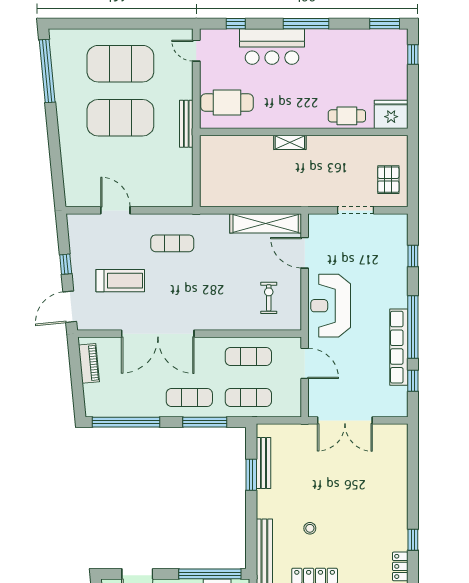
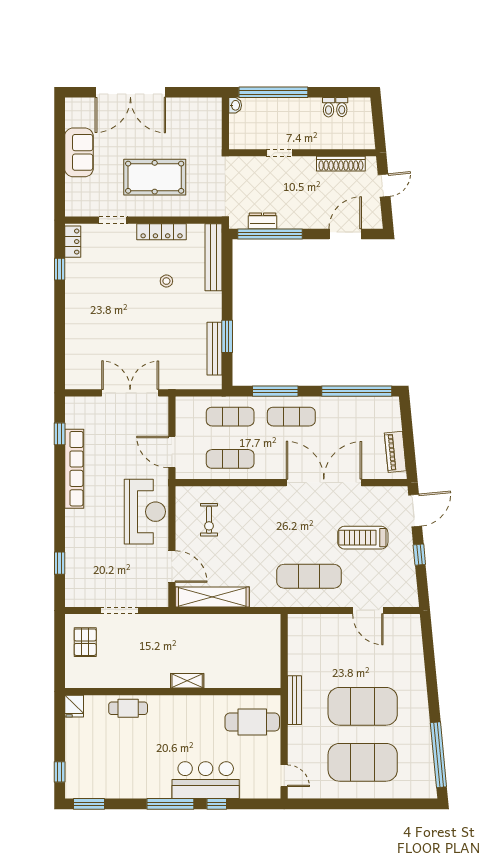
window: (236, 24) -> (217, 804), moved
fridge: (391, 114) -> (74, 706), width x0.53, depth x0.75
exercise mat: (172, 243) -> (309, 576), width x1.36, depth x1.45
window: (413, 327) -> (60, 490), removed

